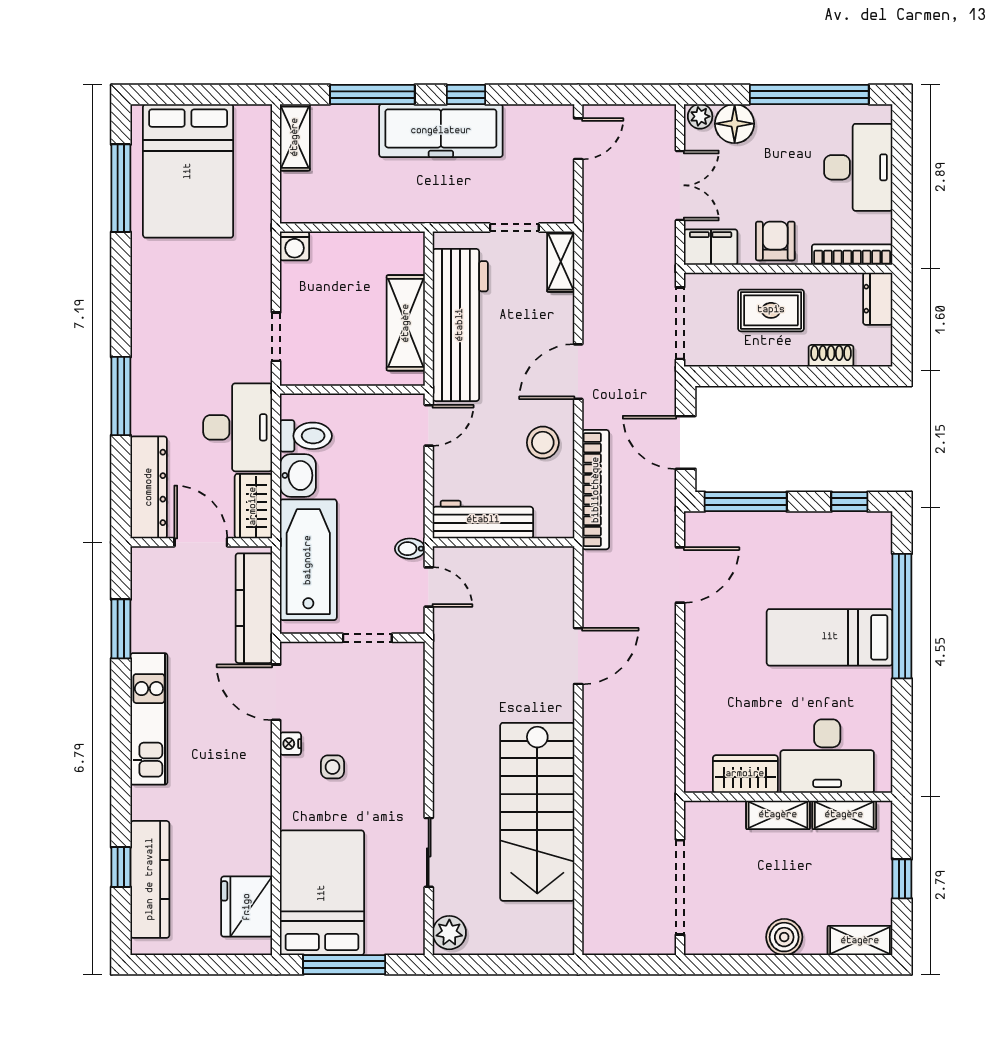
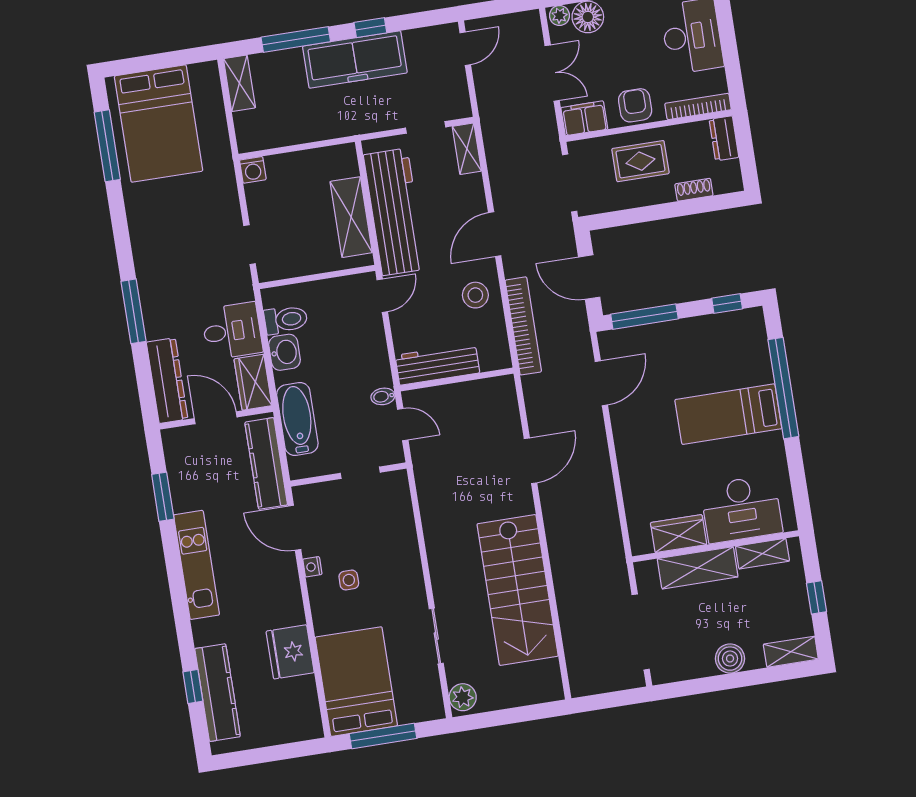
desk: (238, 427) -> (232, 331), width x0.73
bathtub: (308, 560) -> (297, 419), width x0.73, depth x0.73
shelving: (778, 815) -> (698, 568), width x1.50, depth x1.33
fridge: (247, 907) -> (290, 652), moved

